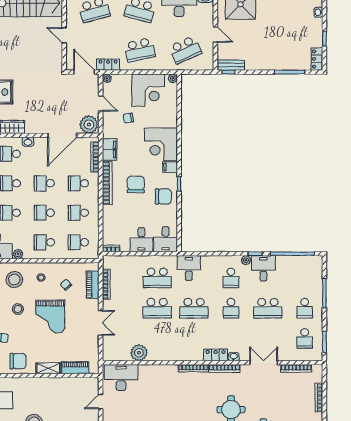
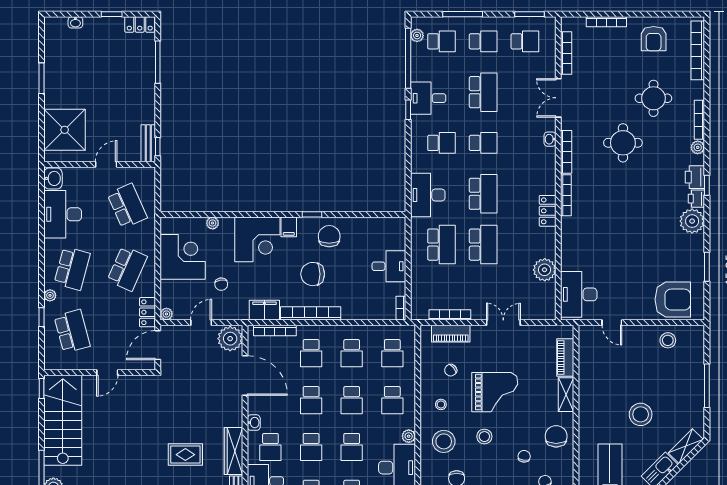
school desk: (140, 50) -> (127, 268), turned 36
plant: (173, 78) -> (213, 223), moved
desk: (166, 239) -> (388, 233), removed
plant: (246, 260) -> (417, 35), moved
desk: (189, 268) -> (428, 195), width x1.37
school desk: (305, 278) -> (441, 41), added
locker: (216, 355) -> (548, 211), moved

